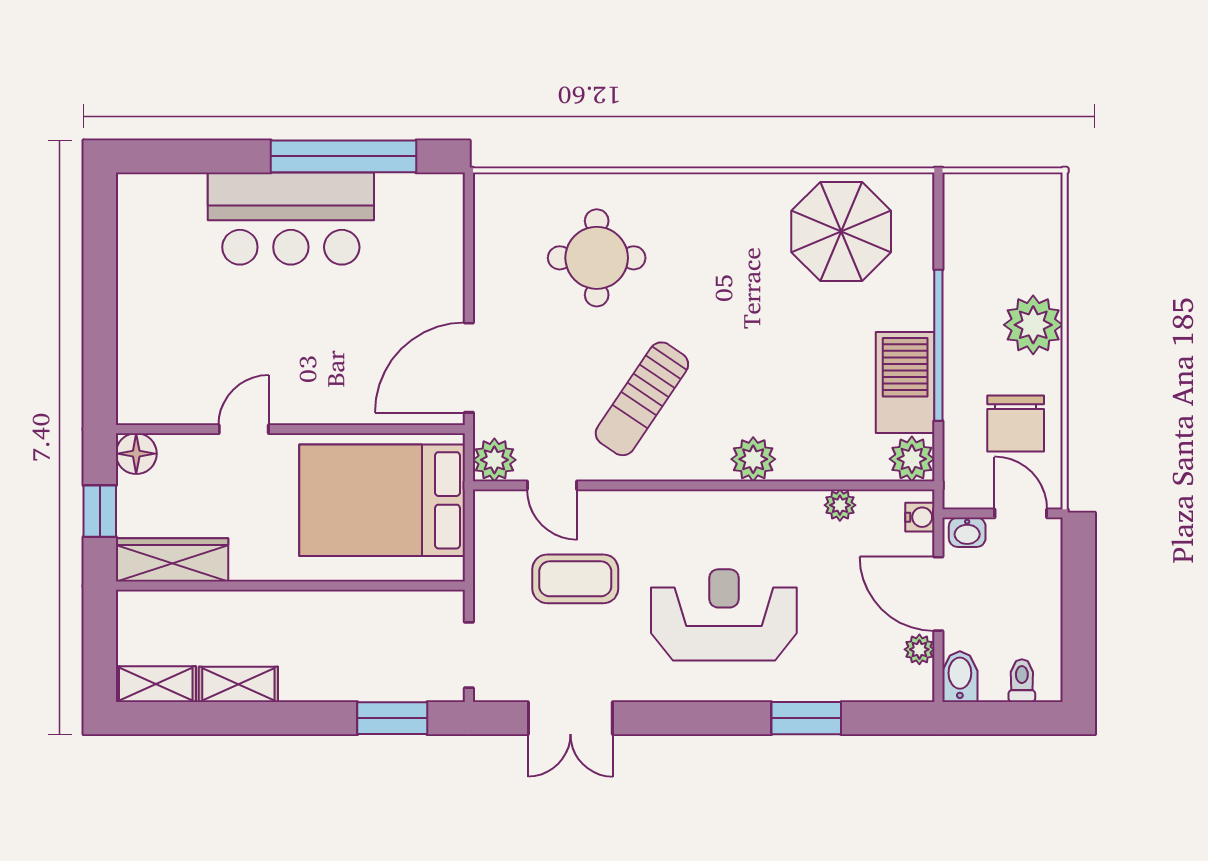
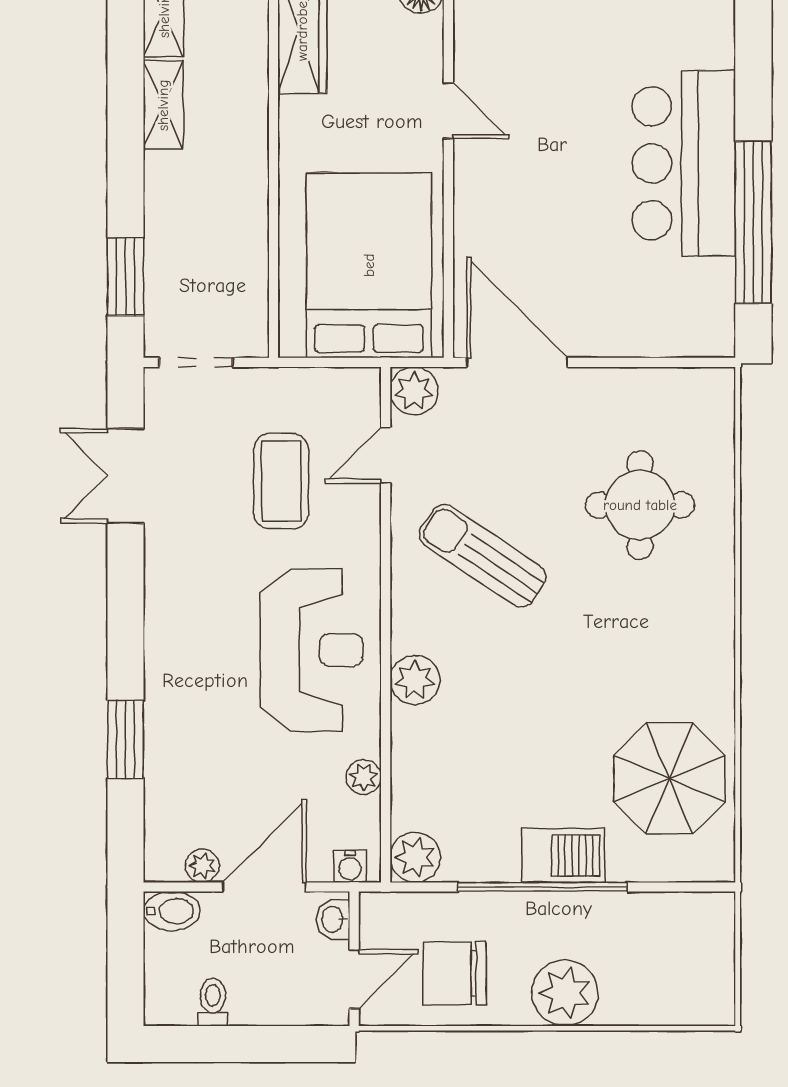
barbecue: (905, 383) -> (563, 855), moved, width x0.73, depth x0.83
reception desk: (724, 615) -> (311, 650), moved
toilet: (1022, 681) -> (213, 1002), moved, turned -90

